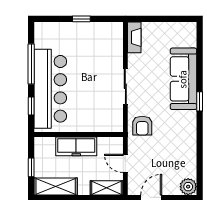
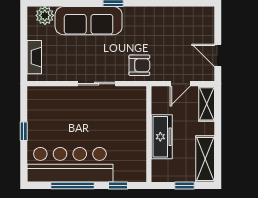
fireplace: (134, 37) -> (34, 57), moved, turned 90
bar counter: (50, 89) -> (70, 165), moved
plant: (188, 187) -> (45, 15), moved

